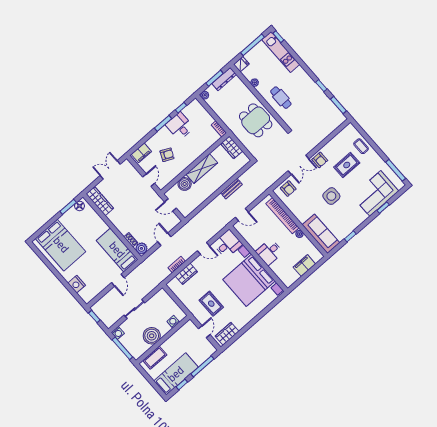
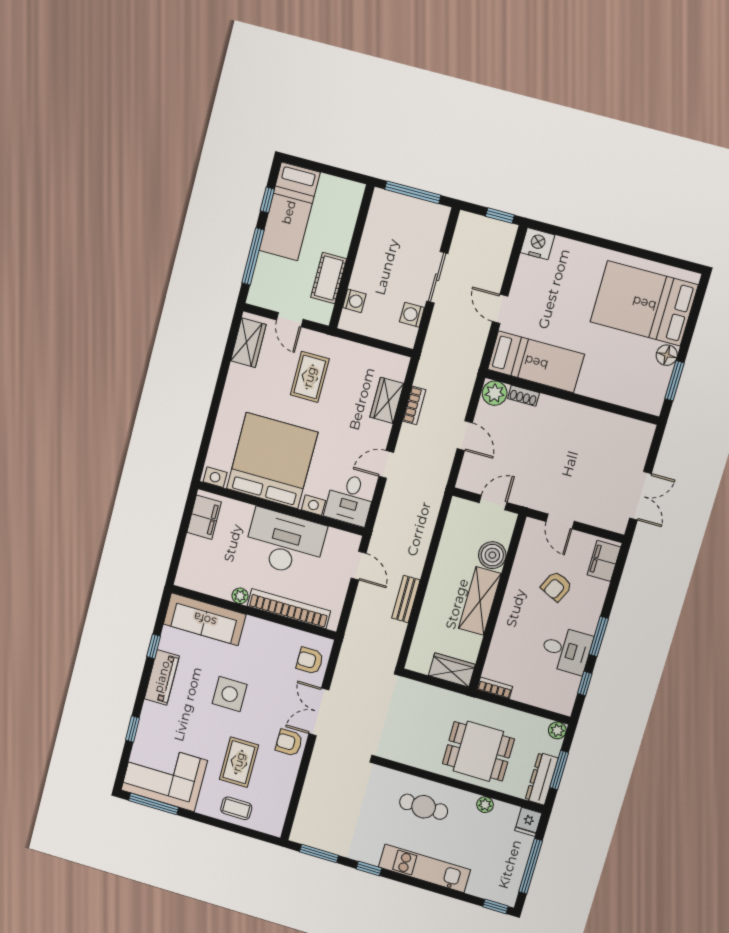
kitchen unit: (281, 52) -> (424, 868), moved
dining table: (256, 120) -> (478, 751), moved
corner sofa: (375, 193) -> (164, 775), moved, turned -90
wardrobe: (100, 201) -> (623, 428), removed
floor lamp: (79, 206) -> (667, 355), moved
door: (242, 215) -> (359, 566), swing flipped
piano: (356, 221) -> (162, 677), added
desk: (269, 252) -> (285, 543), width x1.87, depth x1.30
filing cabinet: (304, 266) -> (204, 517), moved
nightstand: (77, 284) -> (538, 244), moved
rug: (211, 304) -> (310, 377), turned 90
washing machine: (118, 333) -> (412, 315), moved
boiler: (152, 336) -> (376, 250), removed
cot: (155, 358) -> (329, 278), moved

